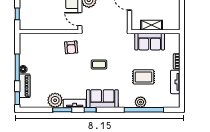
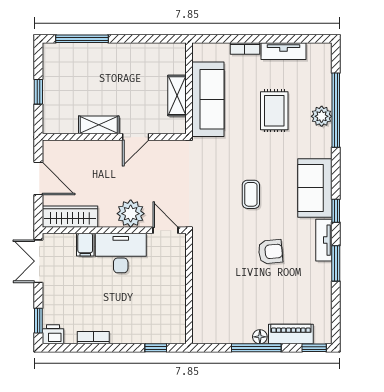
door: (80, 19) -> (166, 230), swing flipped
sofa: (150, 42) -> (208, 99), width x1.36
armchair: (71, 47) -> (270, 252), moved
plant: (55, 100) -> (318, 277), removed

